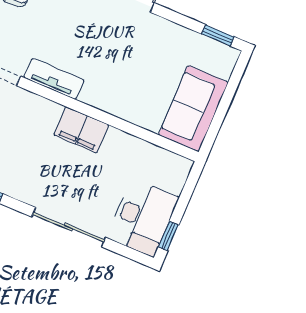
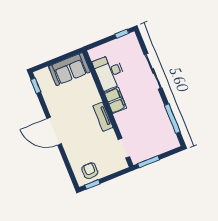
tv unit: (54, 79) -> (103, 117), moved
desk: (143, 218) -> (109, 72), moved, turned -90

